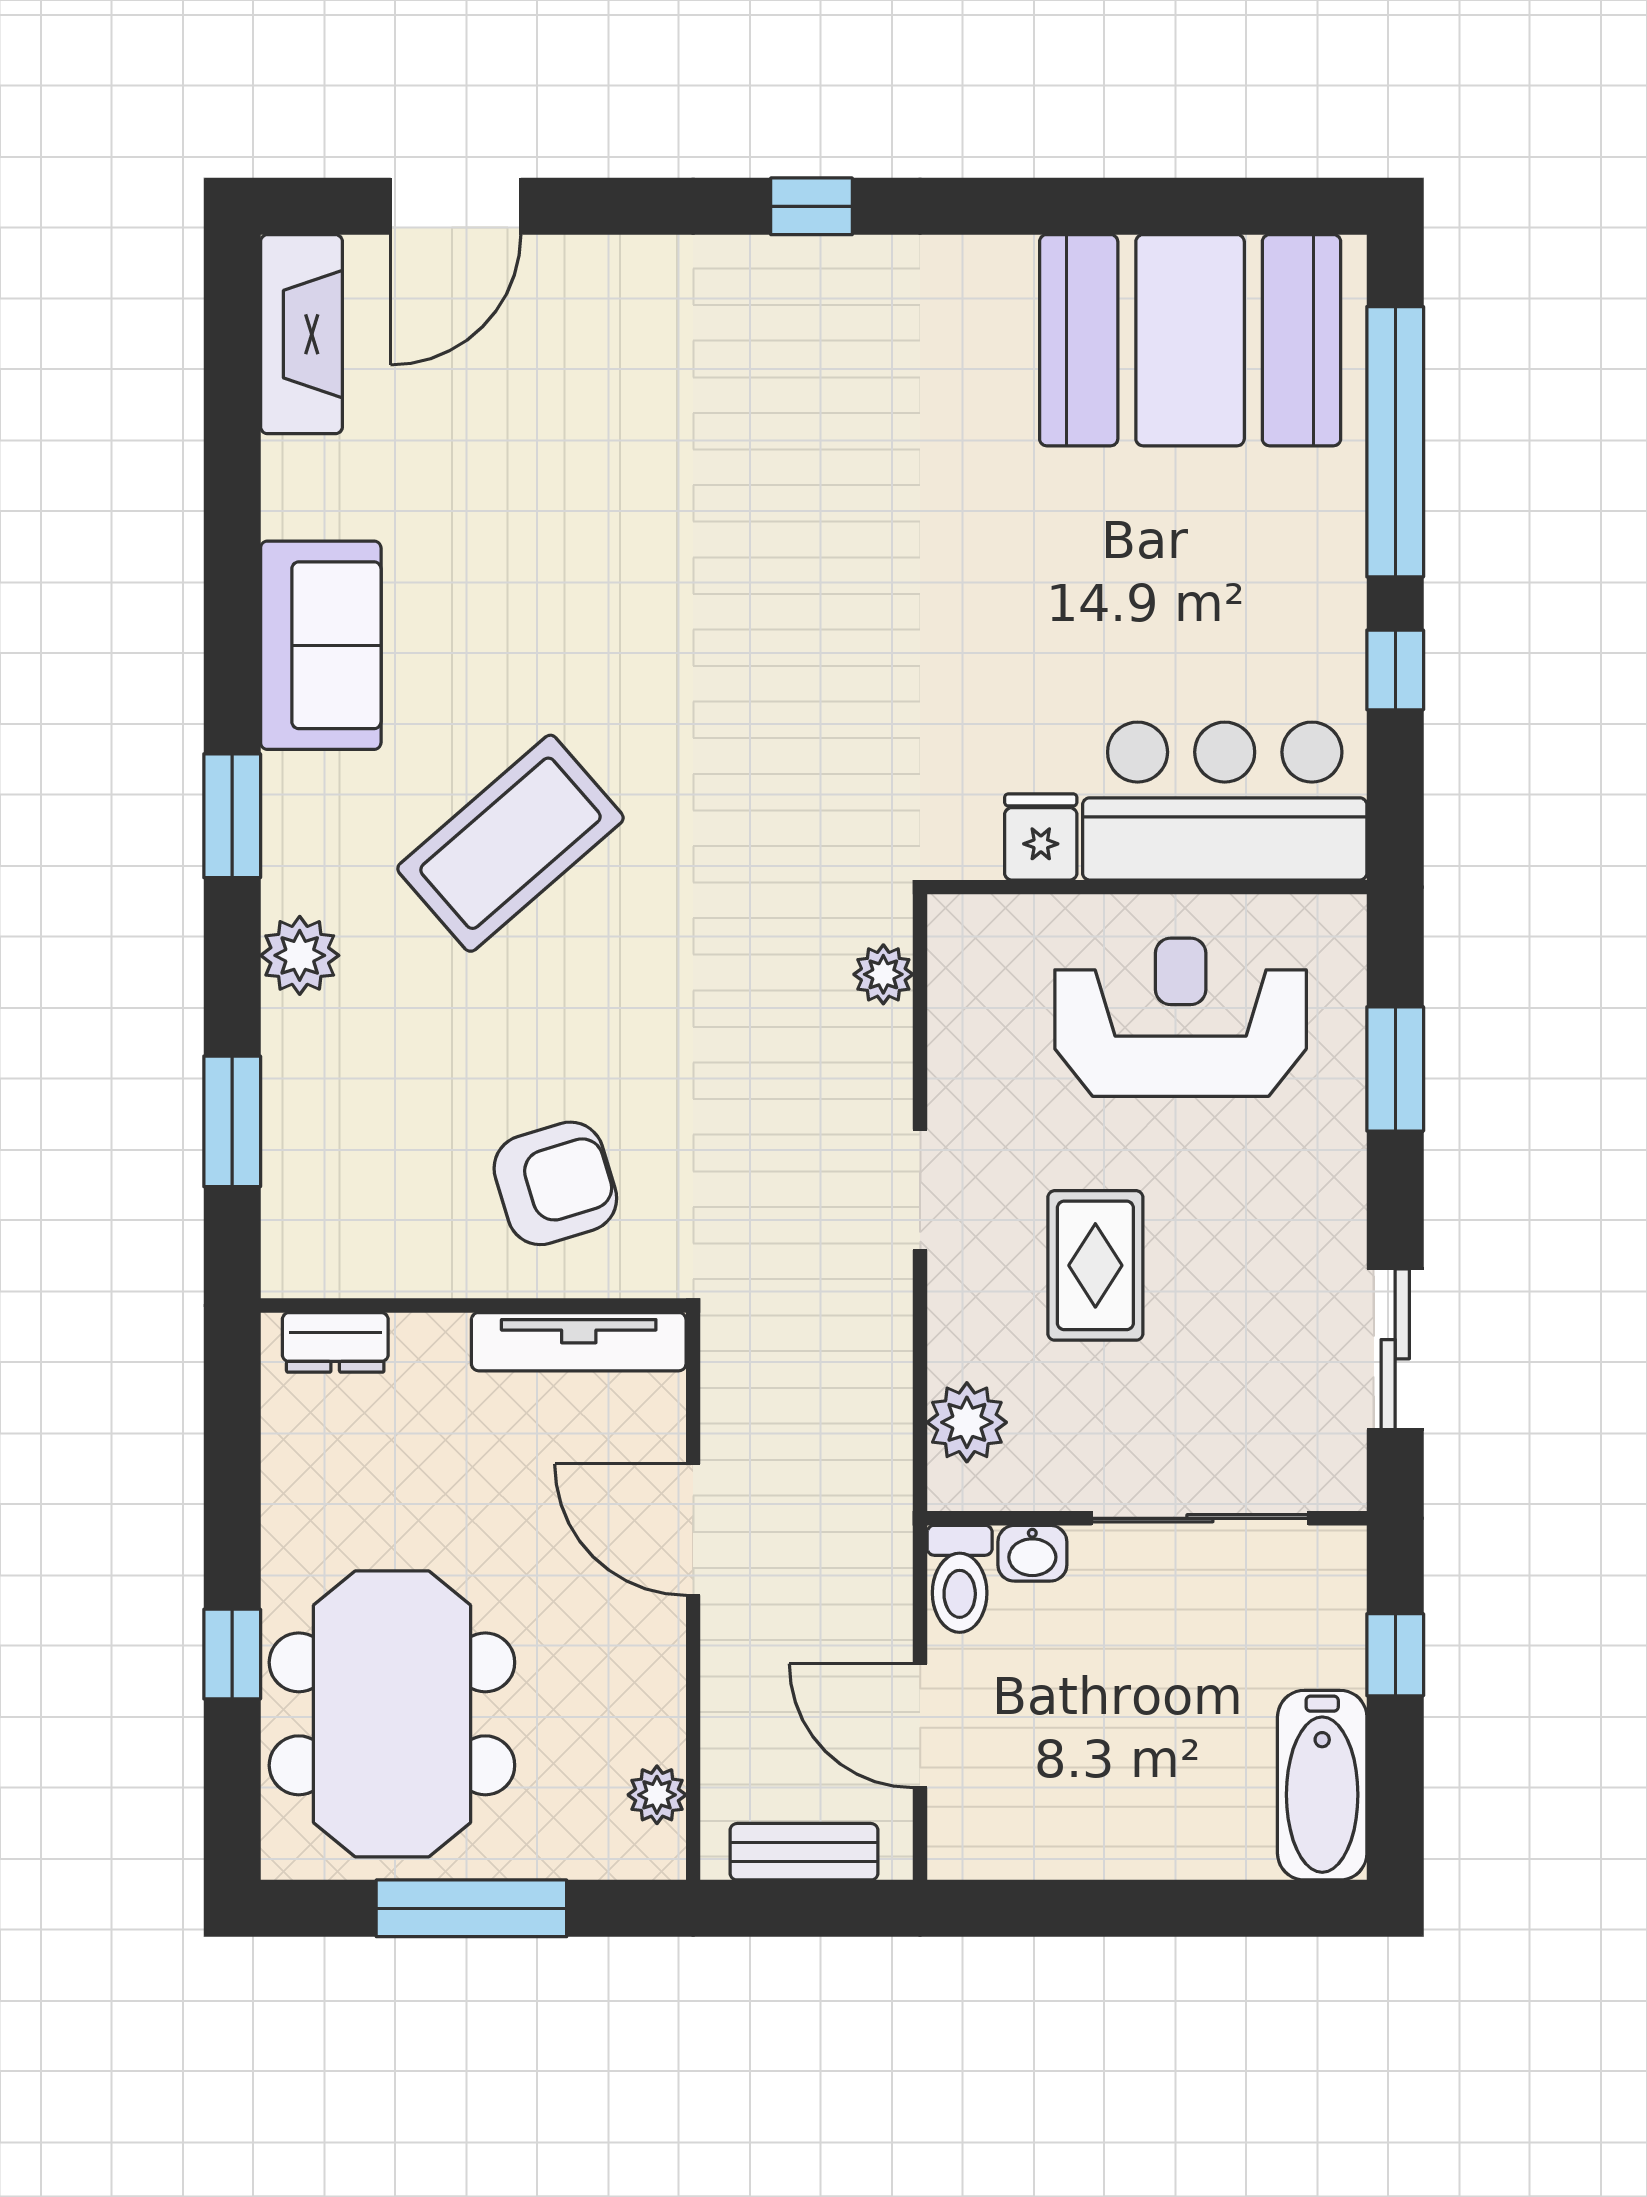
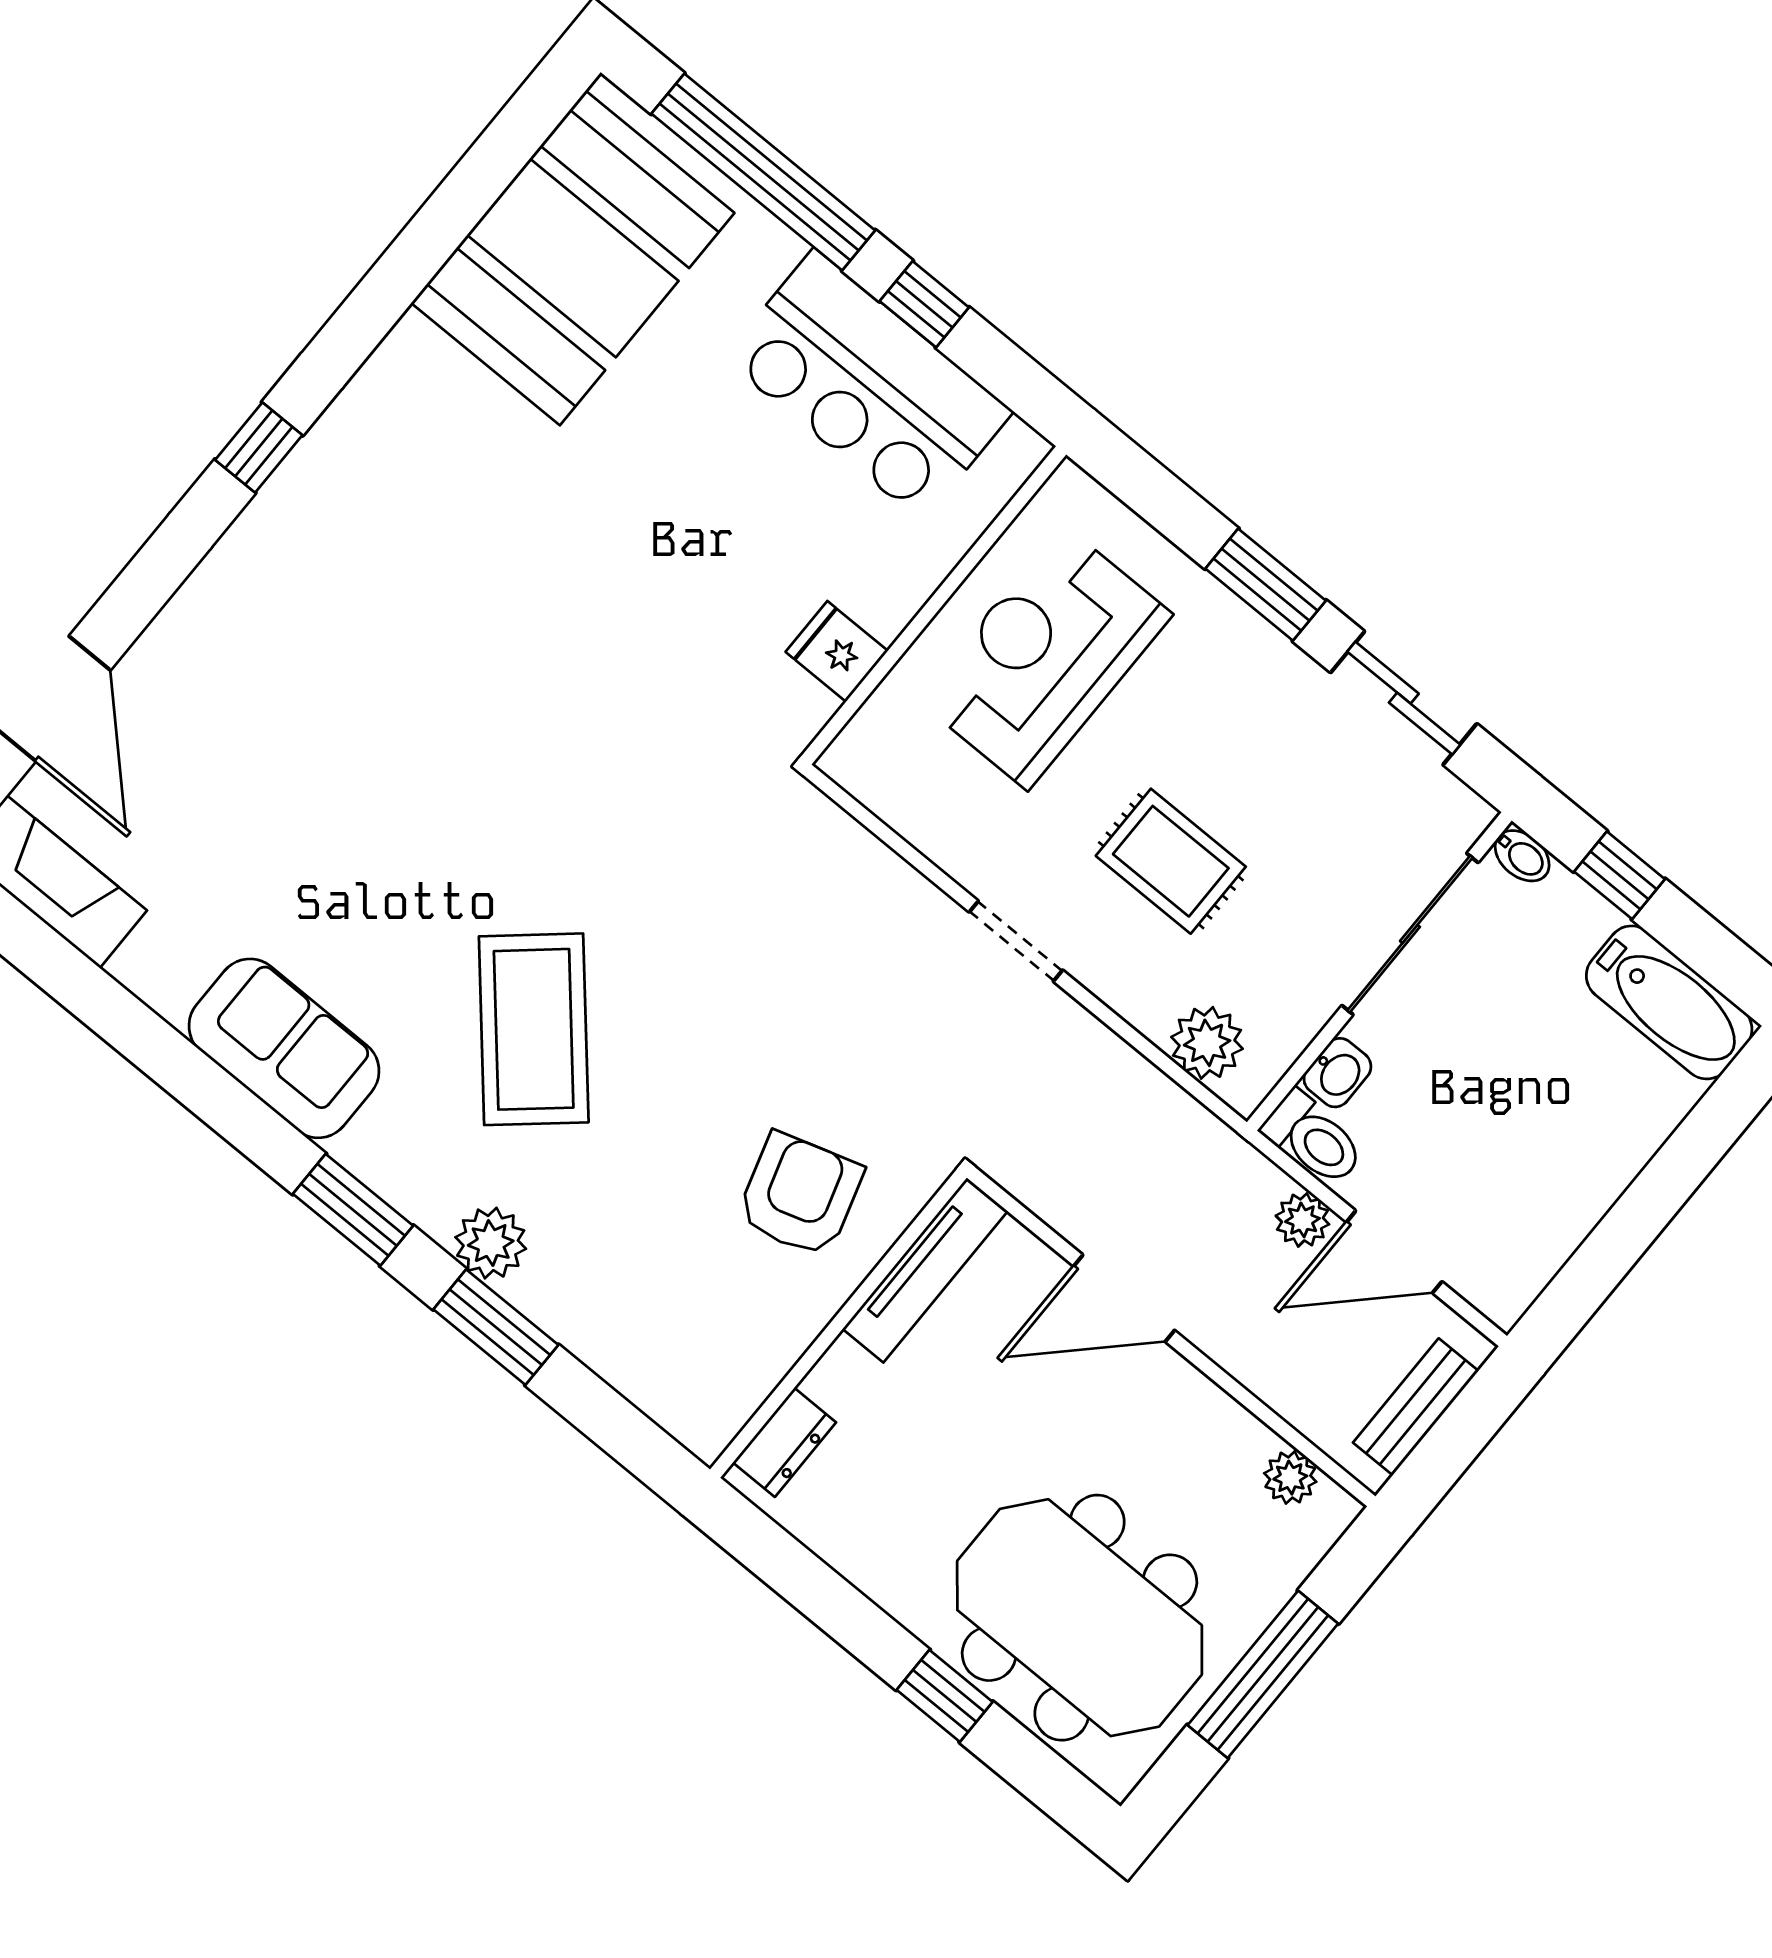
bar counter: (1225, 801) -> (868, 385), moved, turned -90
plant: (883, 974) -> (1302, 1220), moved
window: (1395, 1069) -> (1266, 585), moved
window: (232, 1121) -> (496, 1327), moved
bidet: (1344, 1559) -> (1522, 856), added

